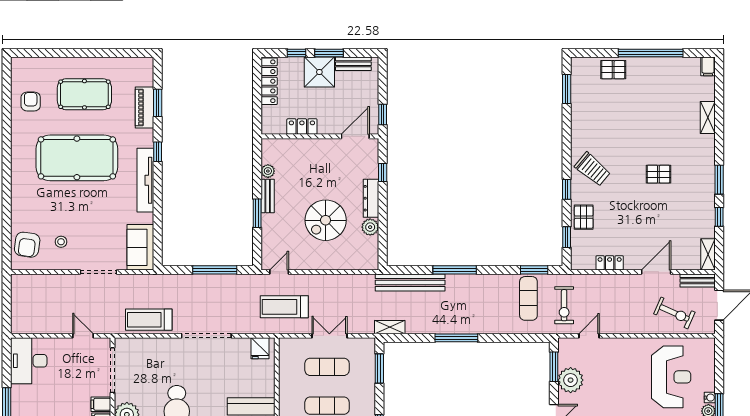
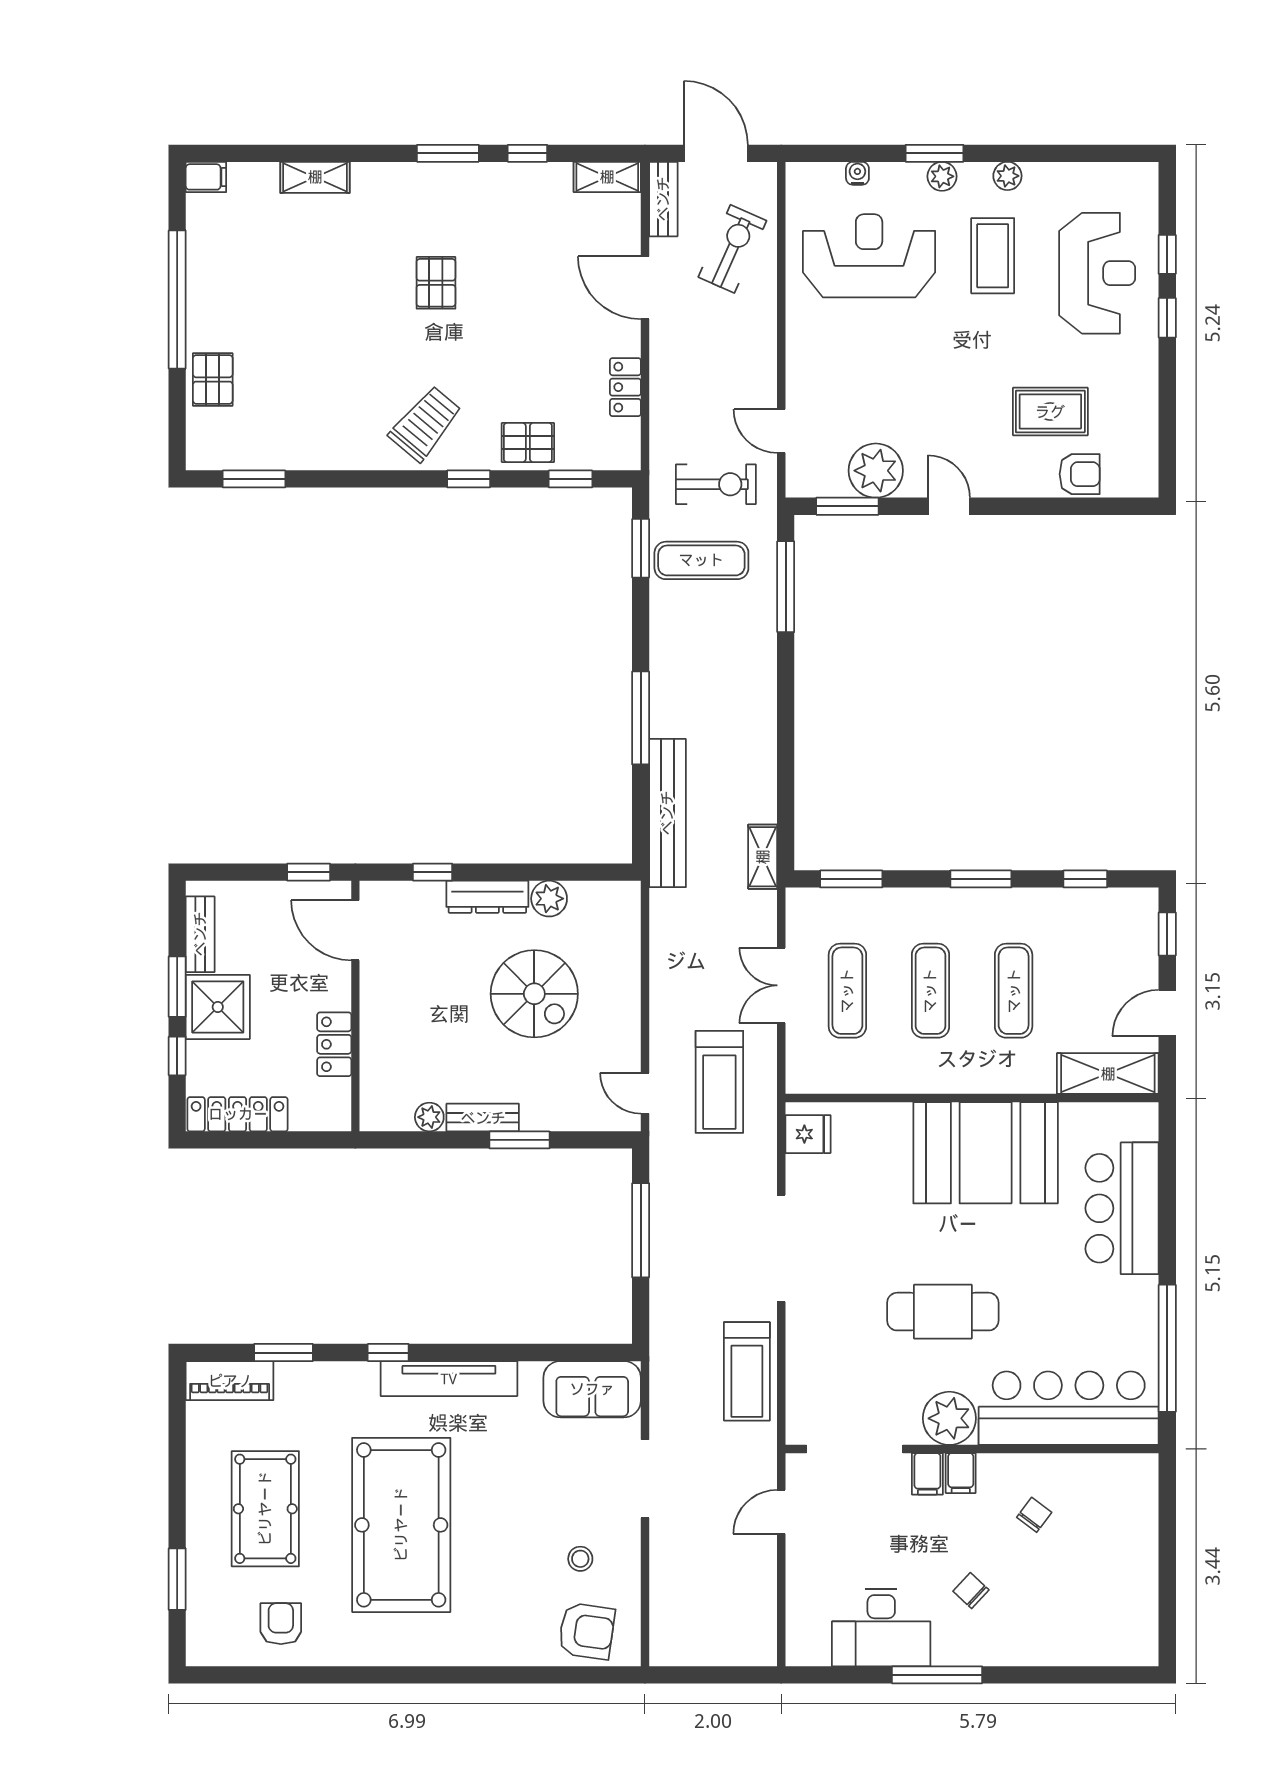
window: (52, 53) -> (177, 1579), added
armchair: (31, 102) -> (281, 1624), turned 90
piano: (144, 107) -> (230, 1381), moved
window: (456, 338) -> (786, 587), moved
desk: (29, 361) -> (881, 1628), moved
water cooler: (710, 398) -> (857, 173), moved

